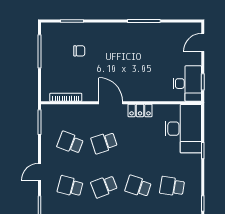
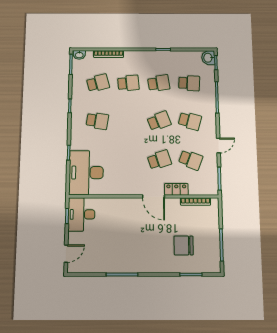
chair: (79, 51) -> (184, 245), width x1.87, depth x1.87
locker: (140, 110) -> (176, 189), moved
door: (39, 172) -> (218, 145), moved
school desk: (138, 186) -> (128, 121), removed

